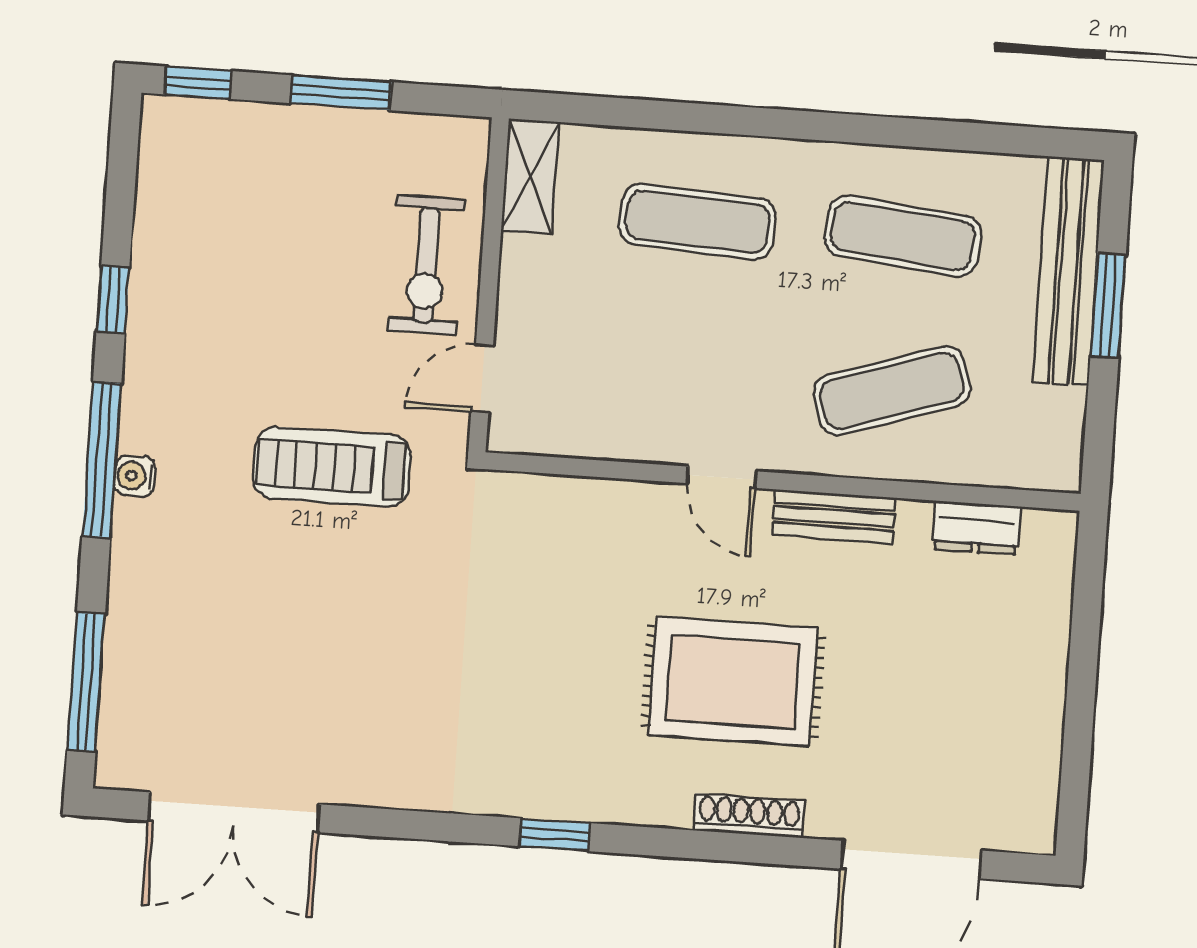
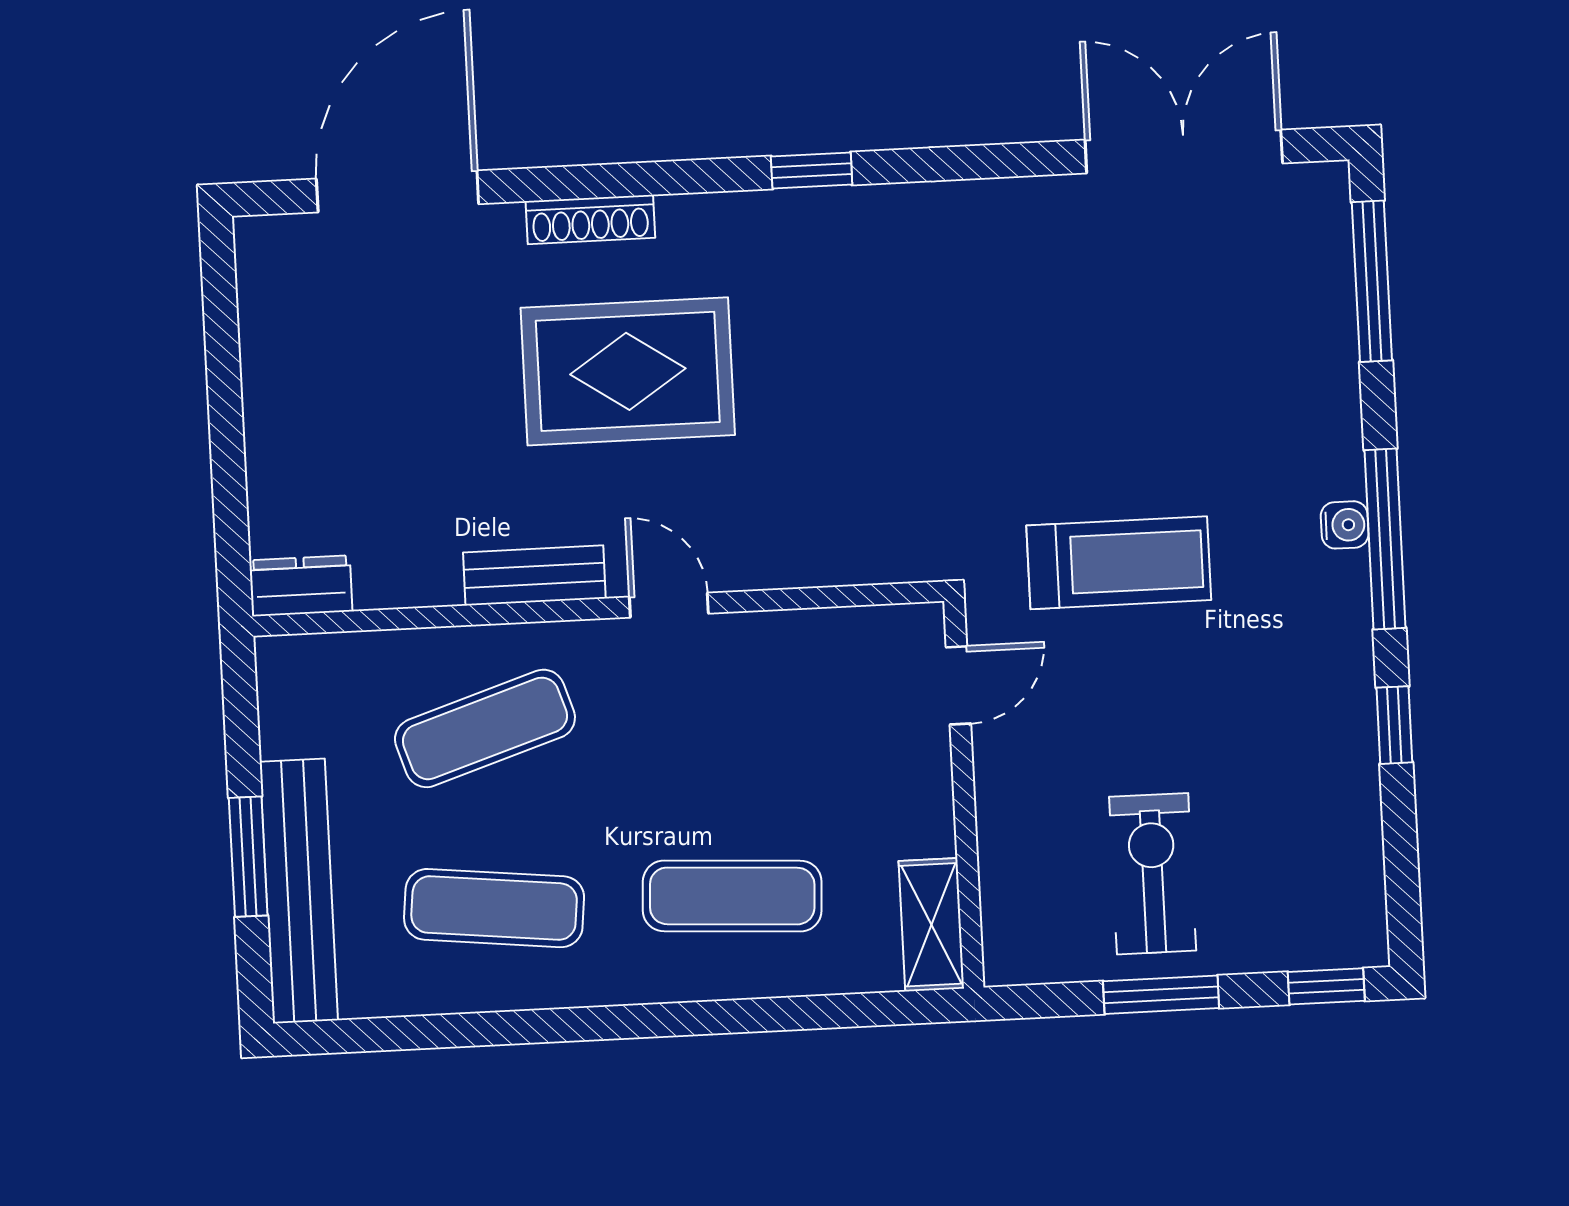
exercise bike: (426, 265) -> (1153, 874), moved
dresser: (976, 528) -> (301, 586), moved

